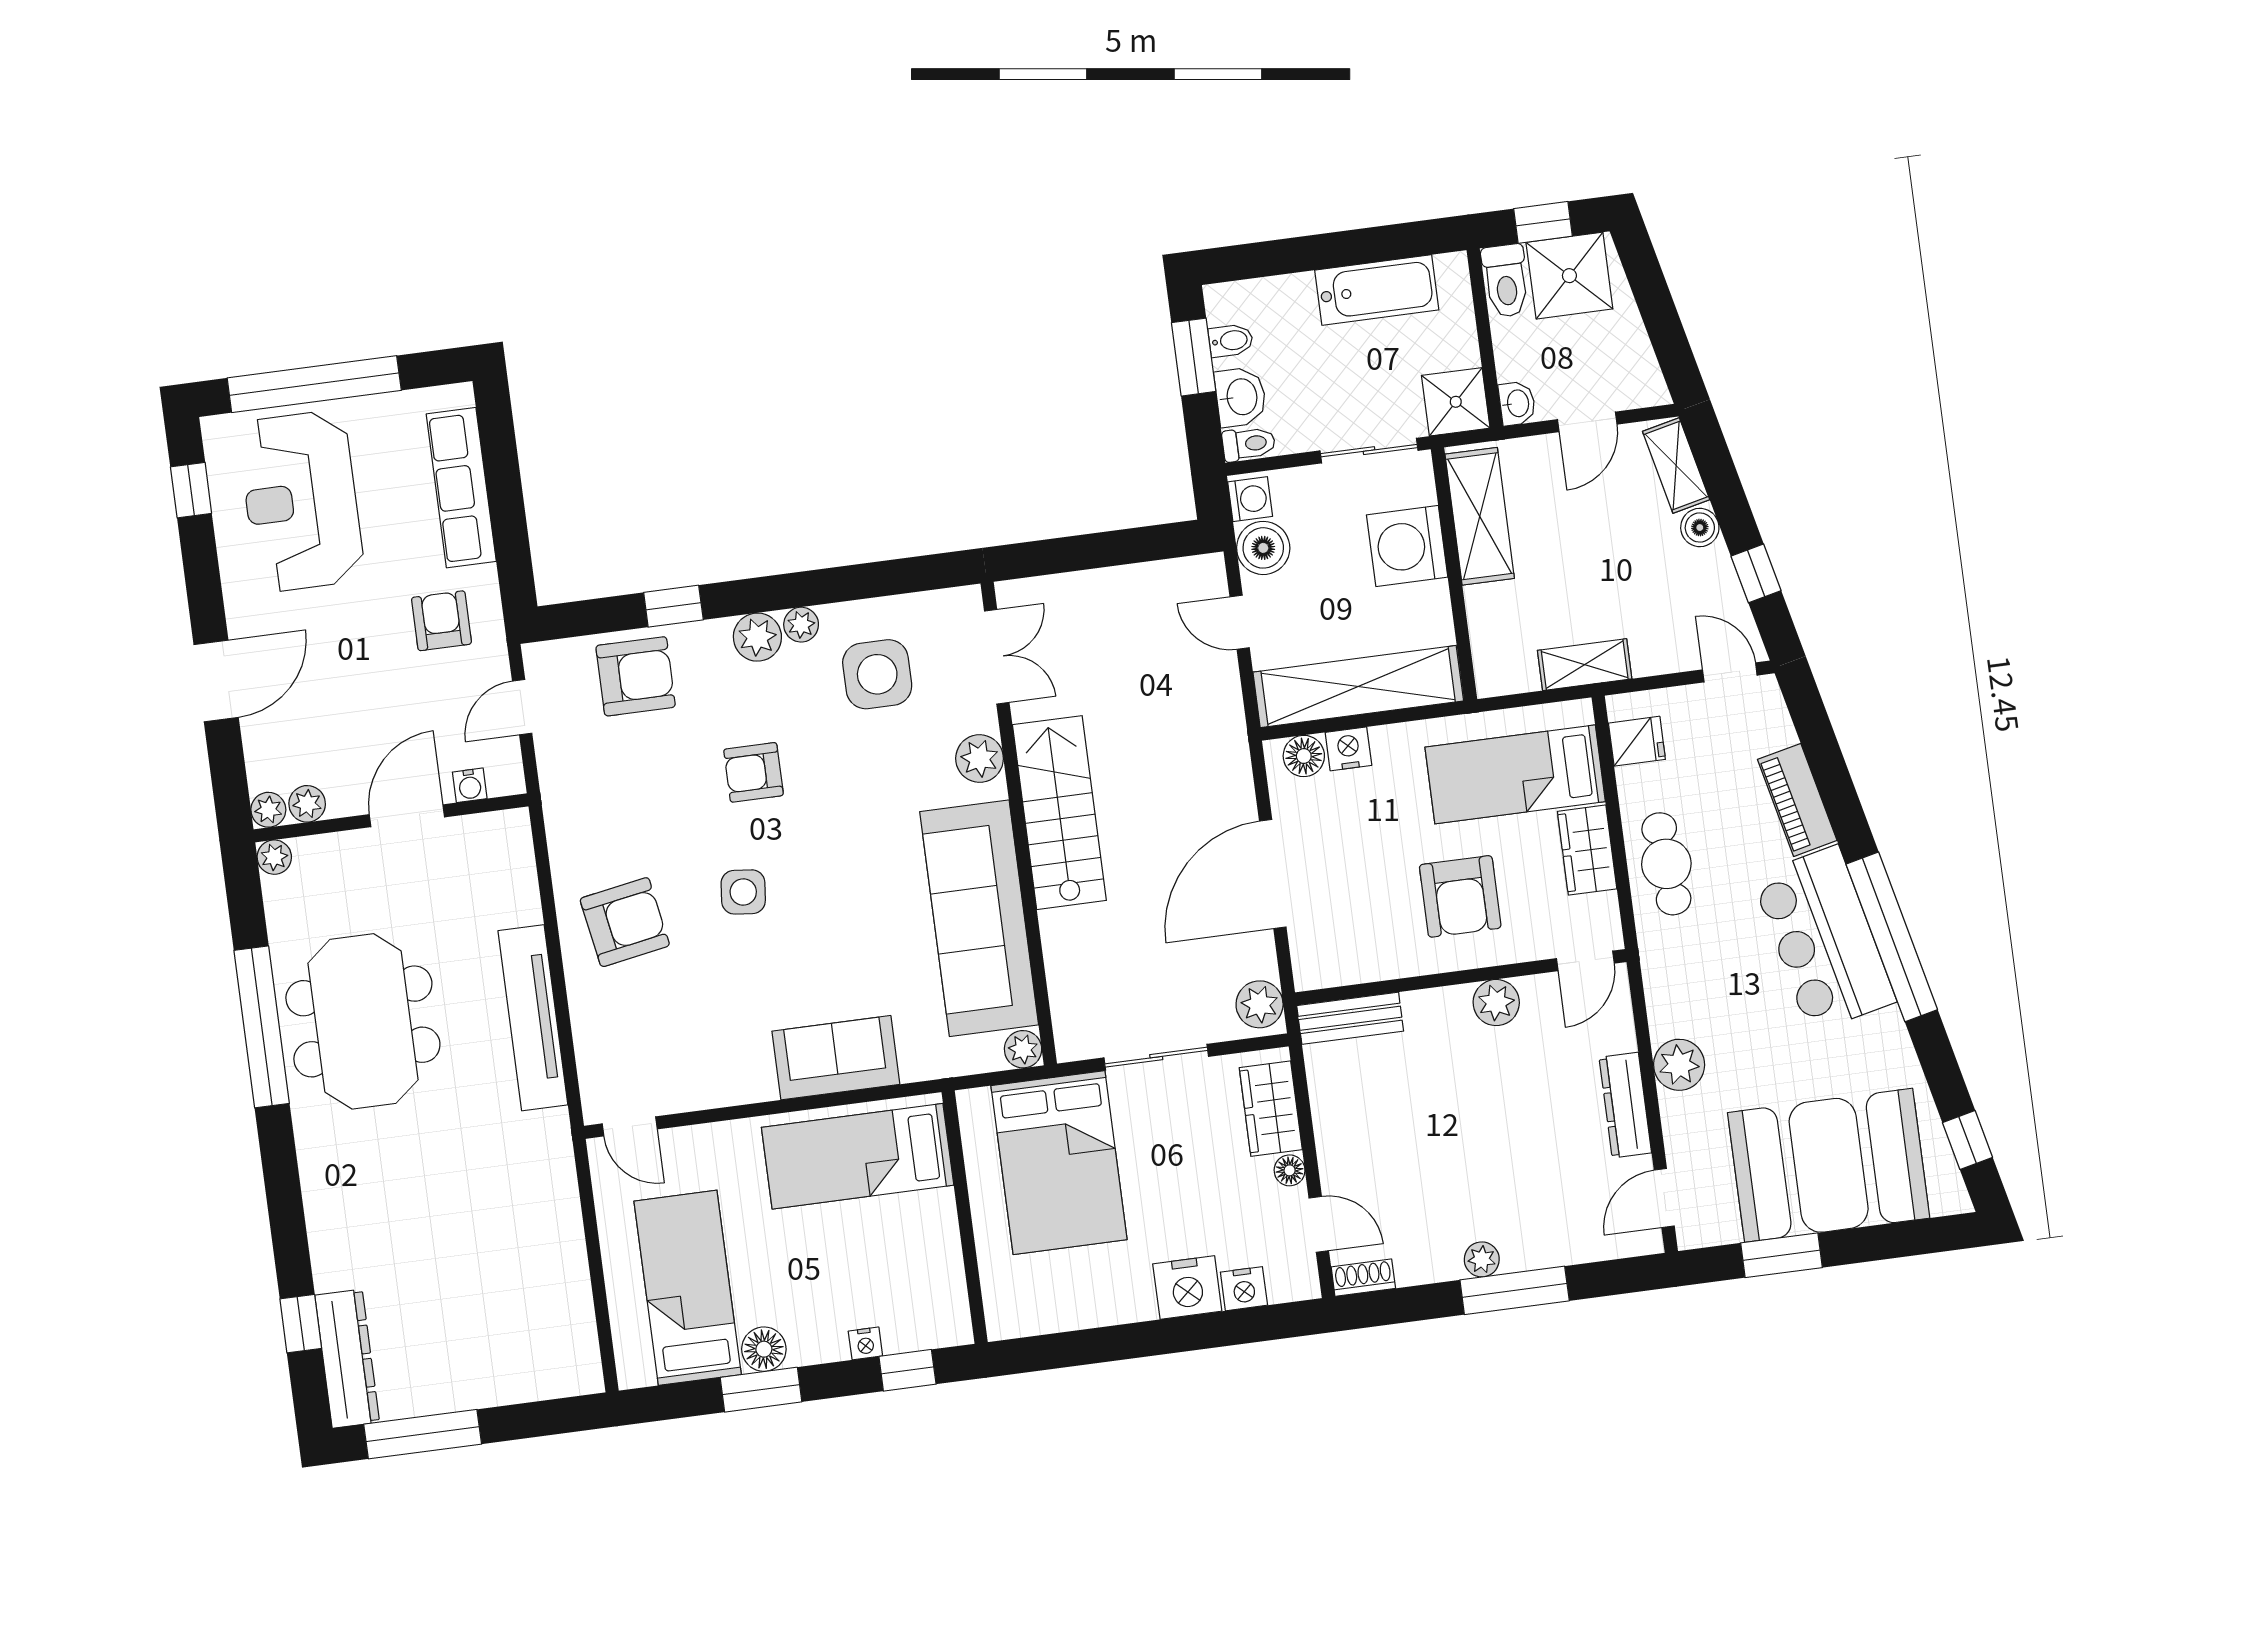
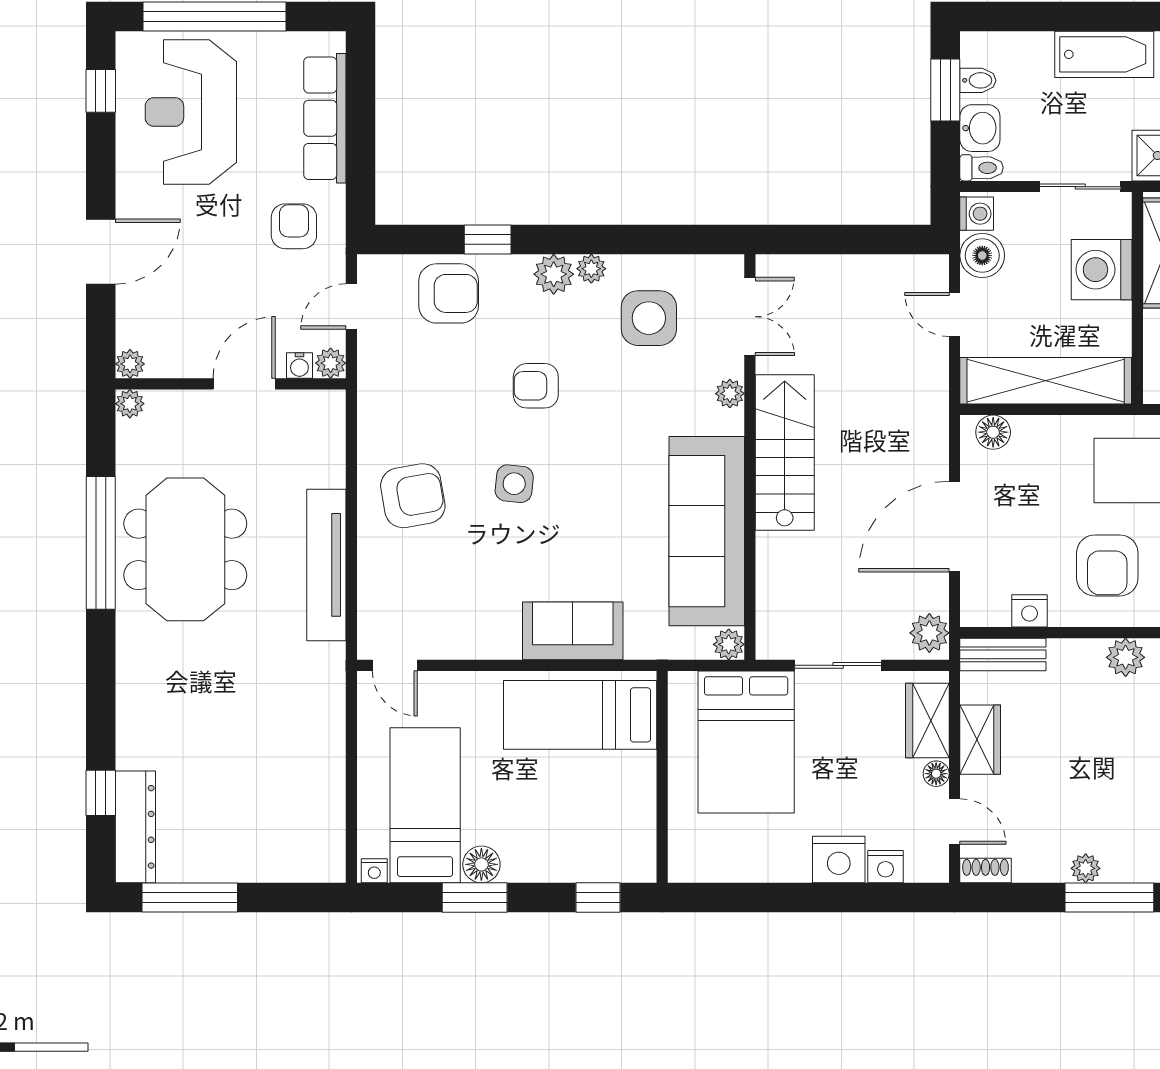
nightstand: (1348, 749) -> (1030, 611), moved, turned 180
plant: (980, 758) -> (730, 394), width x0.73, depth x0.73
plant: (307, 804) -> (331, 363), moved
wardrobe: (1336, 1123) -> (980, 740), added
nightstand: (865, 1343) -> (374, 871), moved

